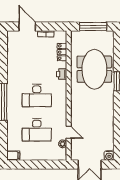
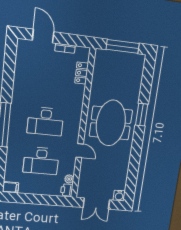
meeting table: (94, 69) -> (111, 123), moved
printer: (62, 74) -> (67, 190), moved
door: (69, 132) -> (80, 151), moved

